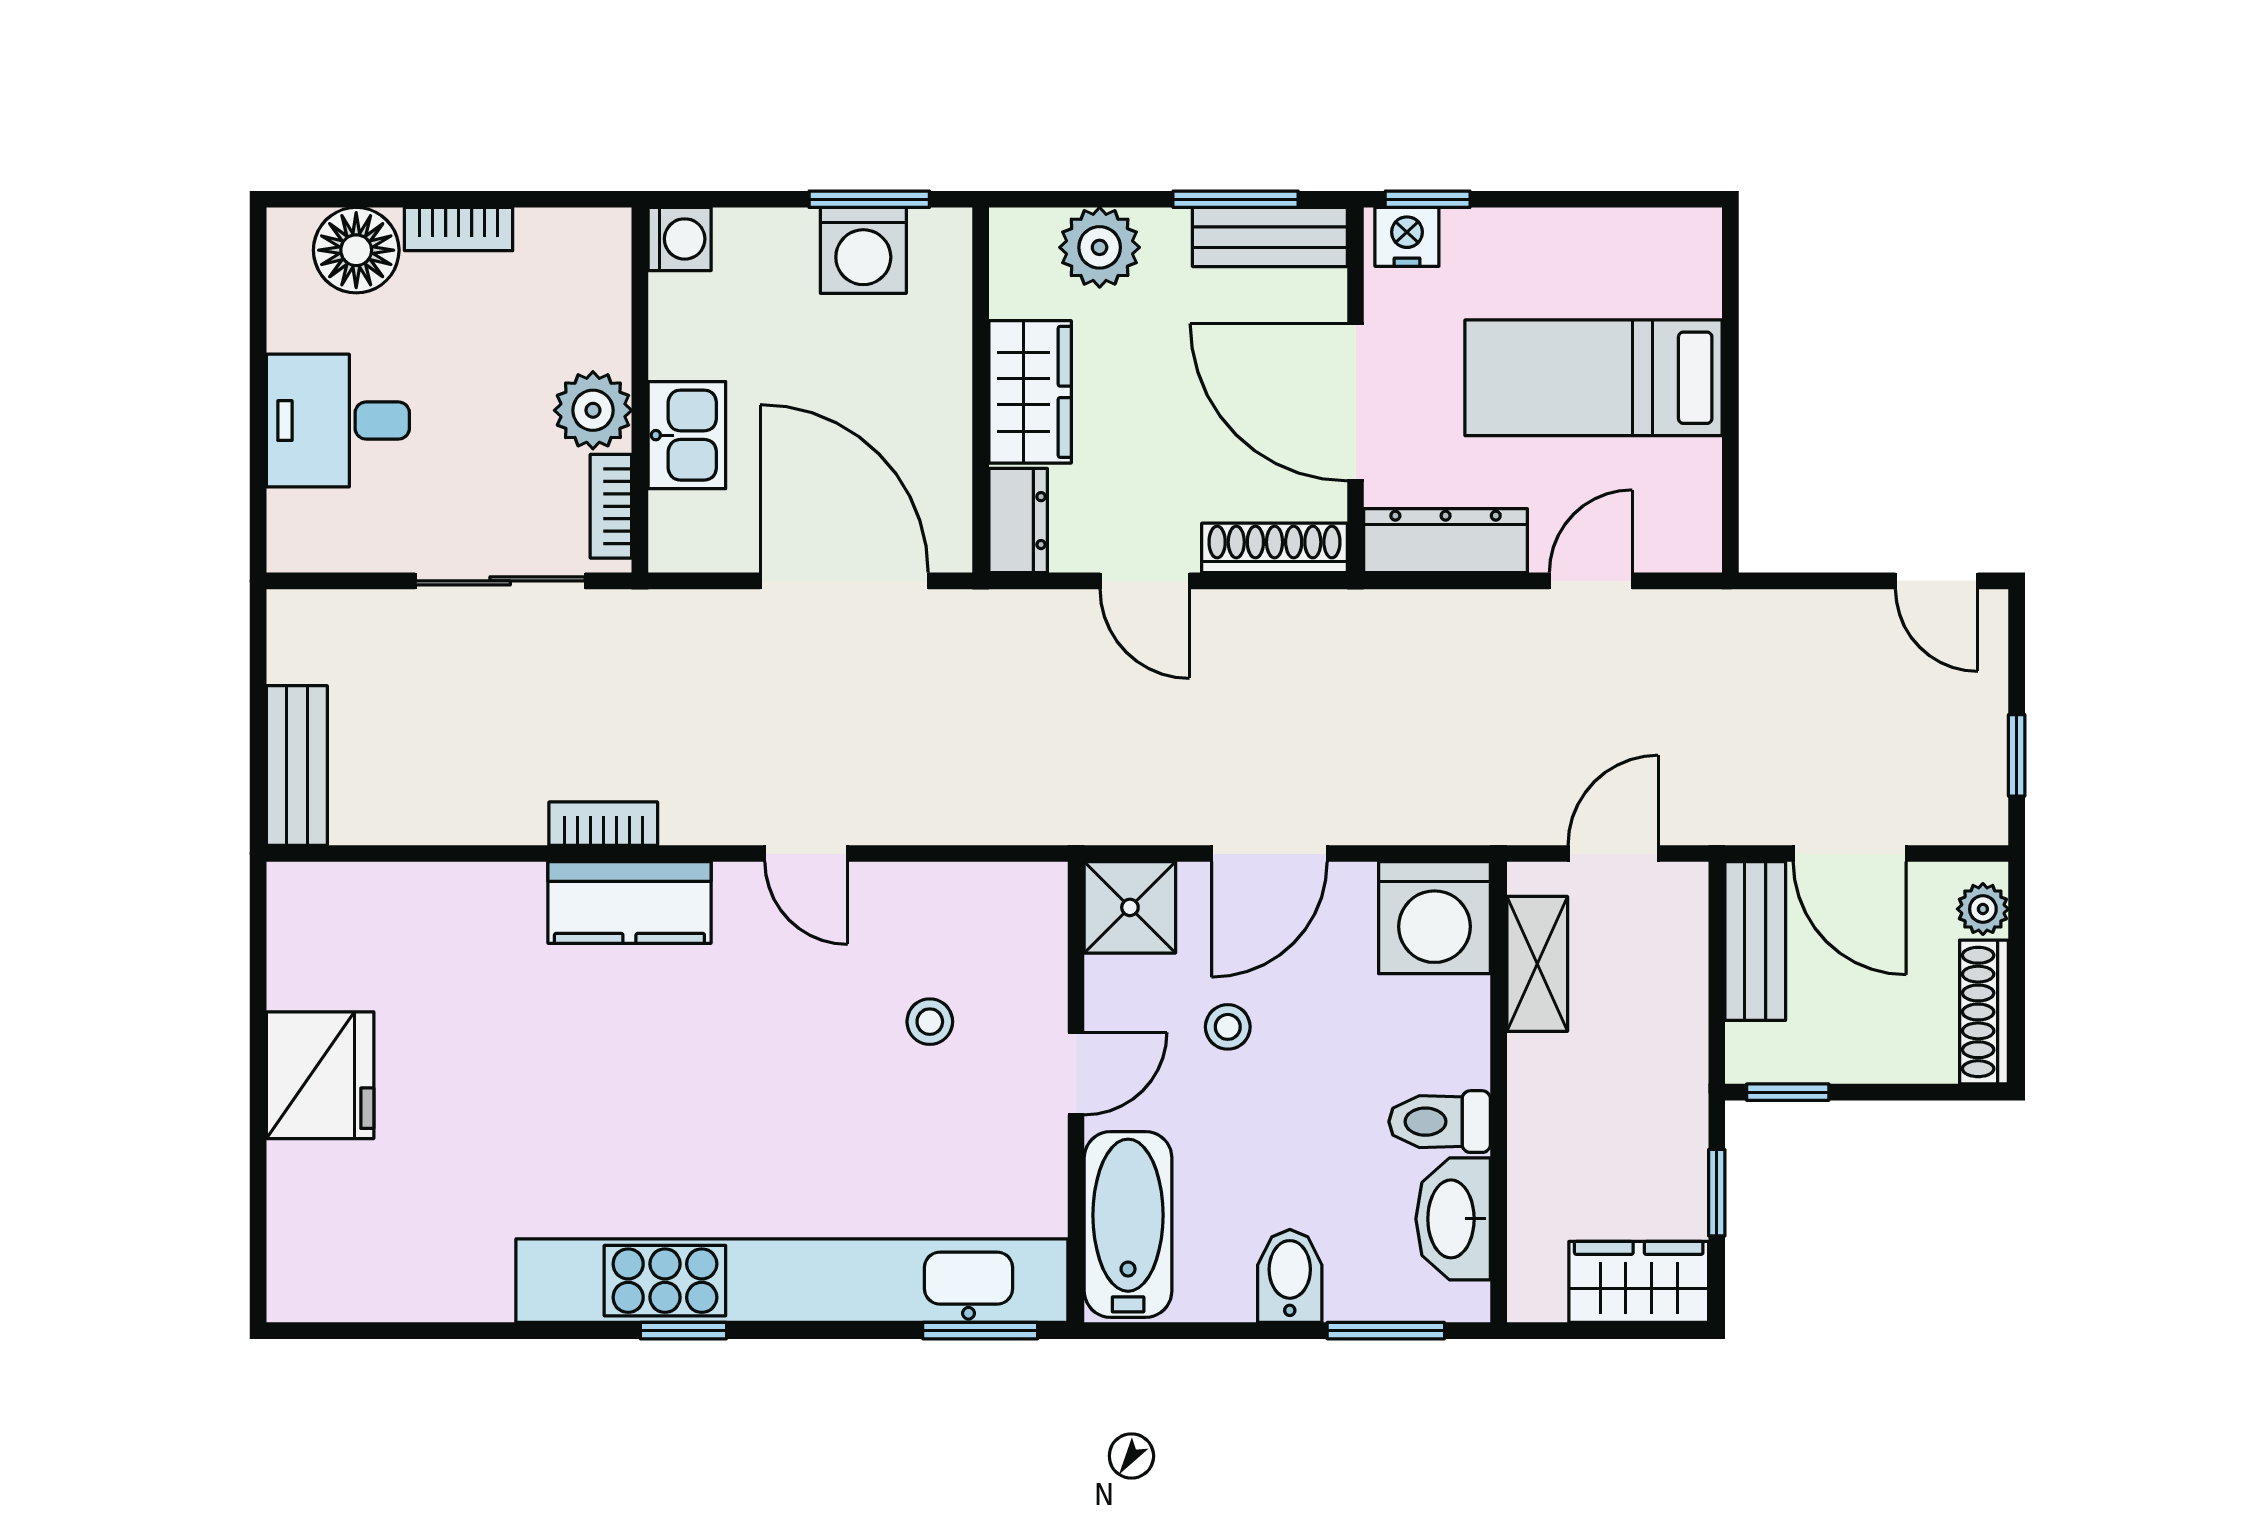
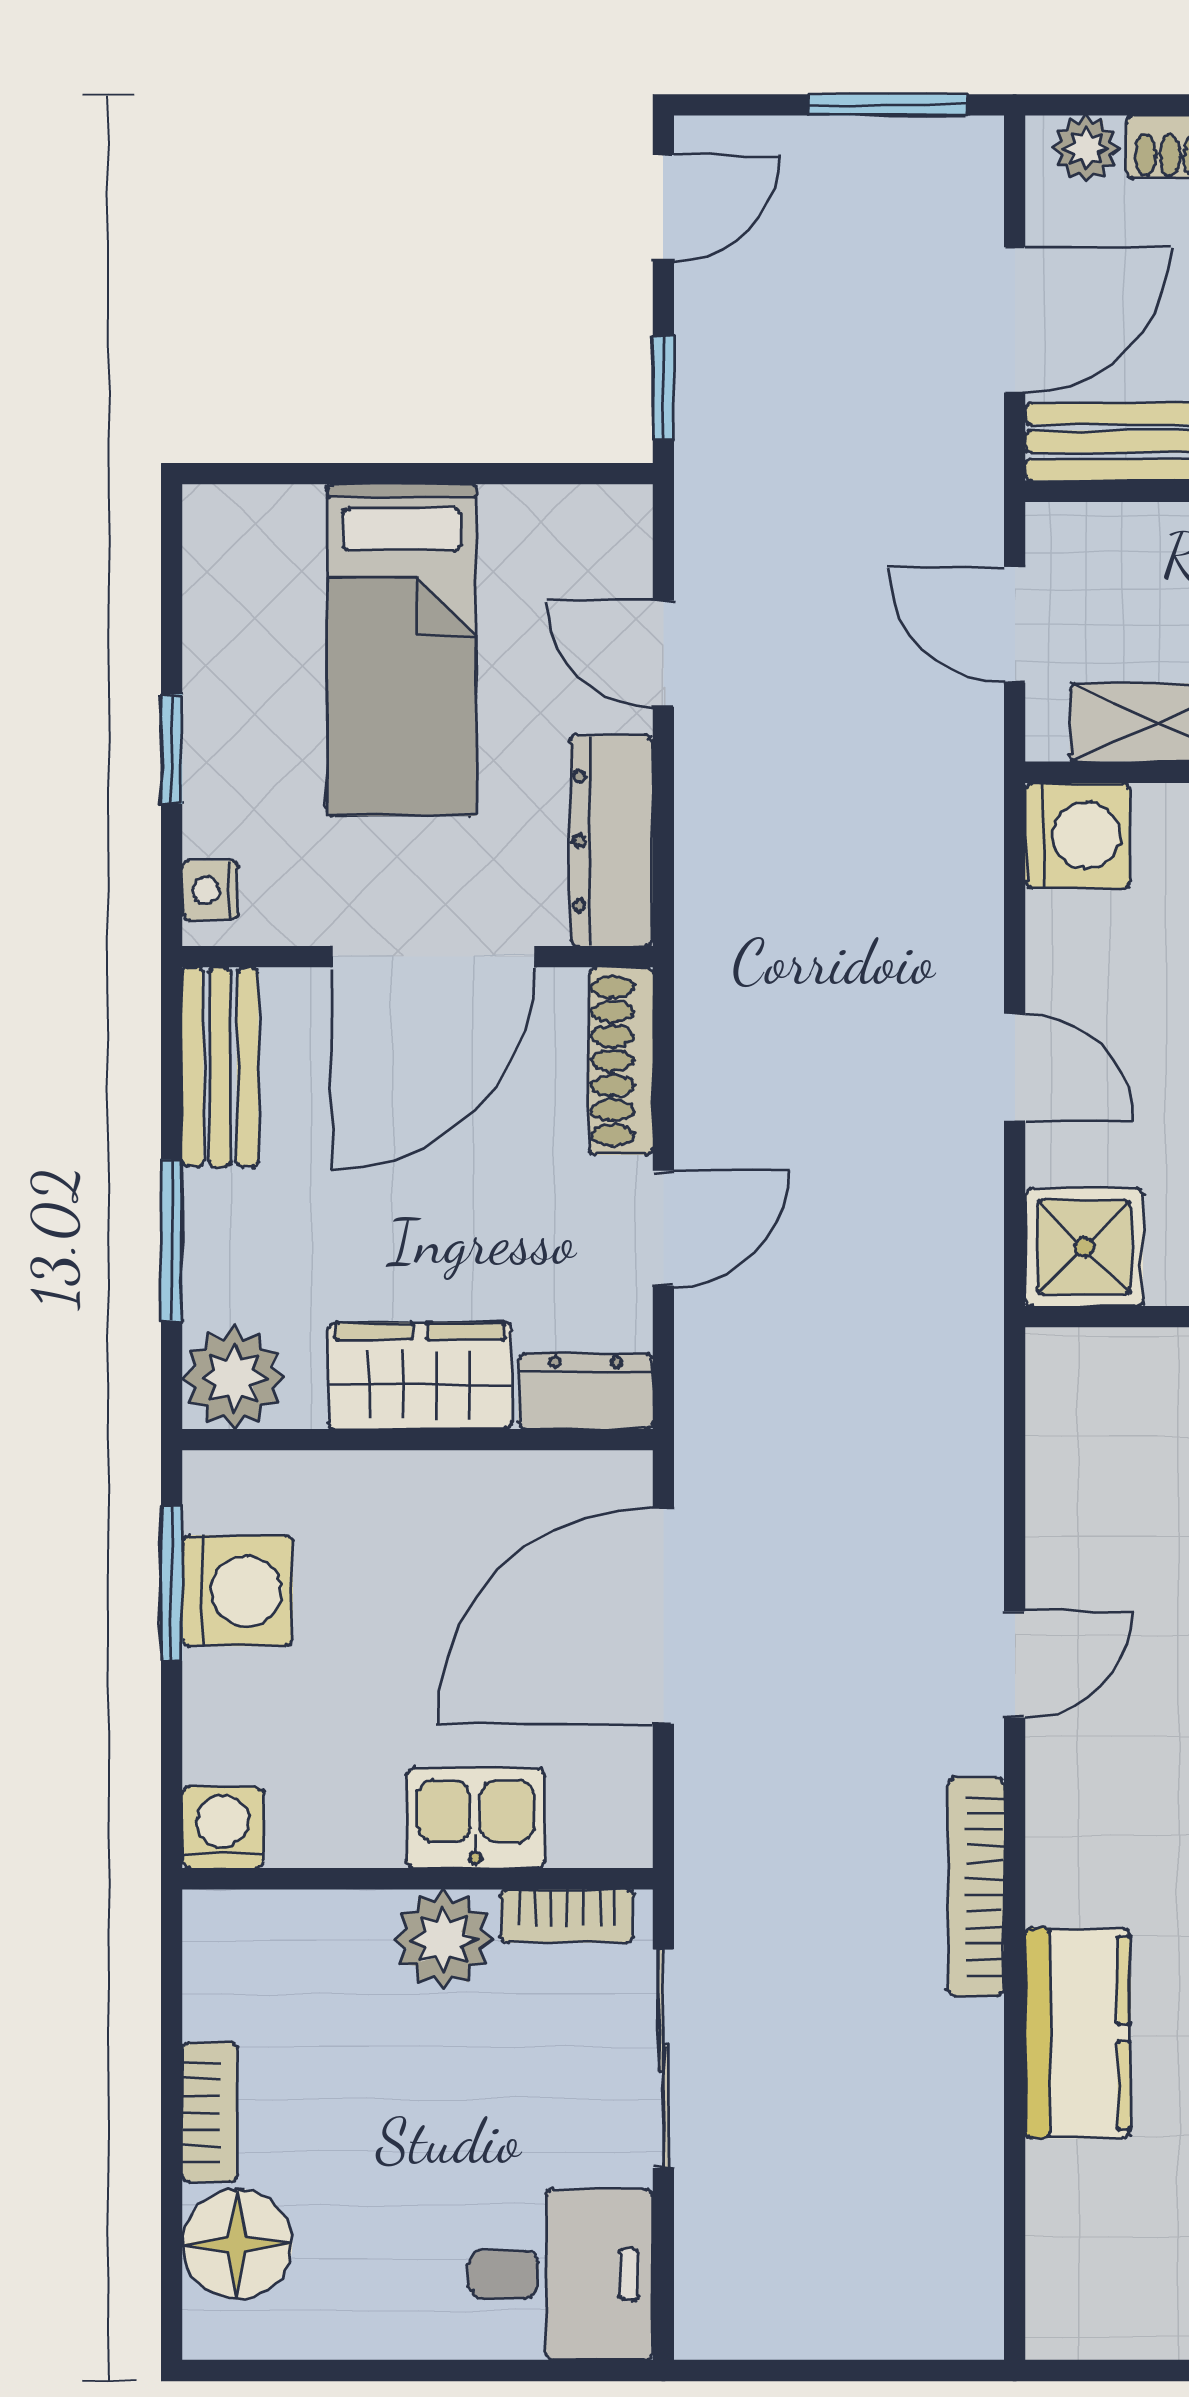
window: (1236, 199) -> (172, 1241), moved
window: (1428, 199) -> (172, 749), moved
nightstand: (1407, 237) -> (210, 890), width x0.72, depth x0.74
plant: (1100, 247) -> (234, 1378), moved
desk: (338, 421) -> (561, 2274), moved, turned -90
window: (1797, 581) -> (663, 387), added
window: (2017, 755) -> (888, 105), width x1.50
bench: (297, 766) -> (901, 2321), removed
bookcase: (603, 824) -> (976, 1887), width x1.56
door: (1269, 854) -> (1015, 1068), width x0.73
kitchen counter: (629, 902) -> (1078, 2033), moved
washing machine: (1434, 918) -> (1078, 835), width x0.73, depth x0.73

